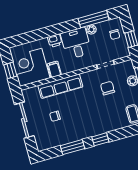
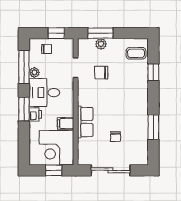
window: (57, 29) -> (24, 109), added
row of seats: (60, 86) -> (85, 122), width x0.68
window: (100, 139) -> (153, 72), moved

